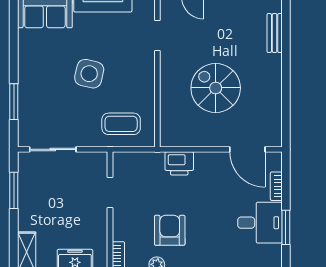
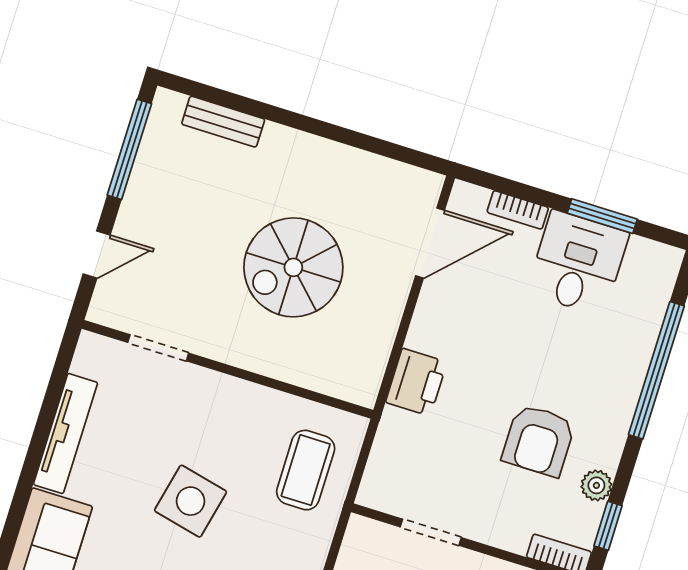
armchair: (170, 230) -> (539, 440), turned -90

